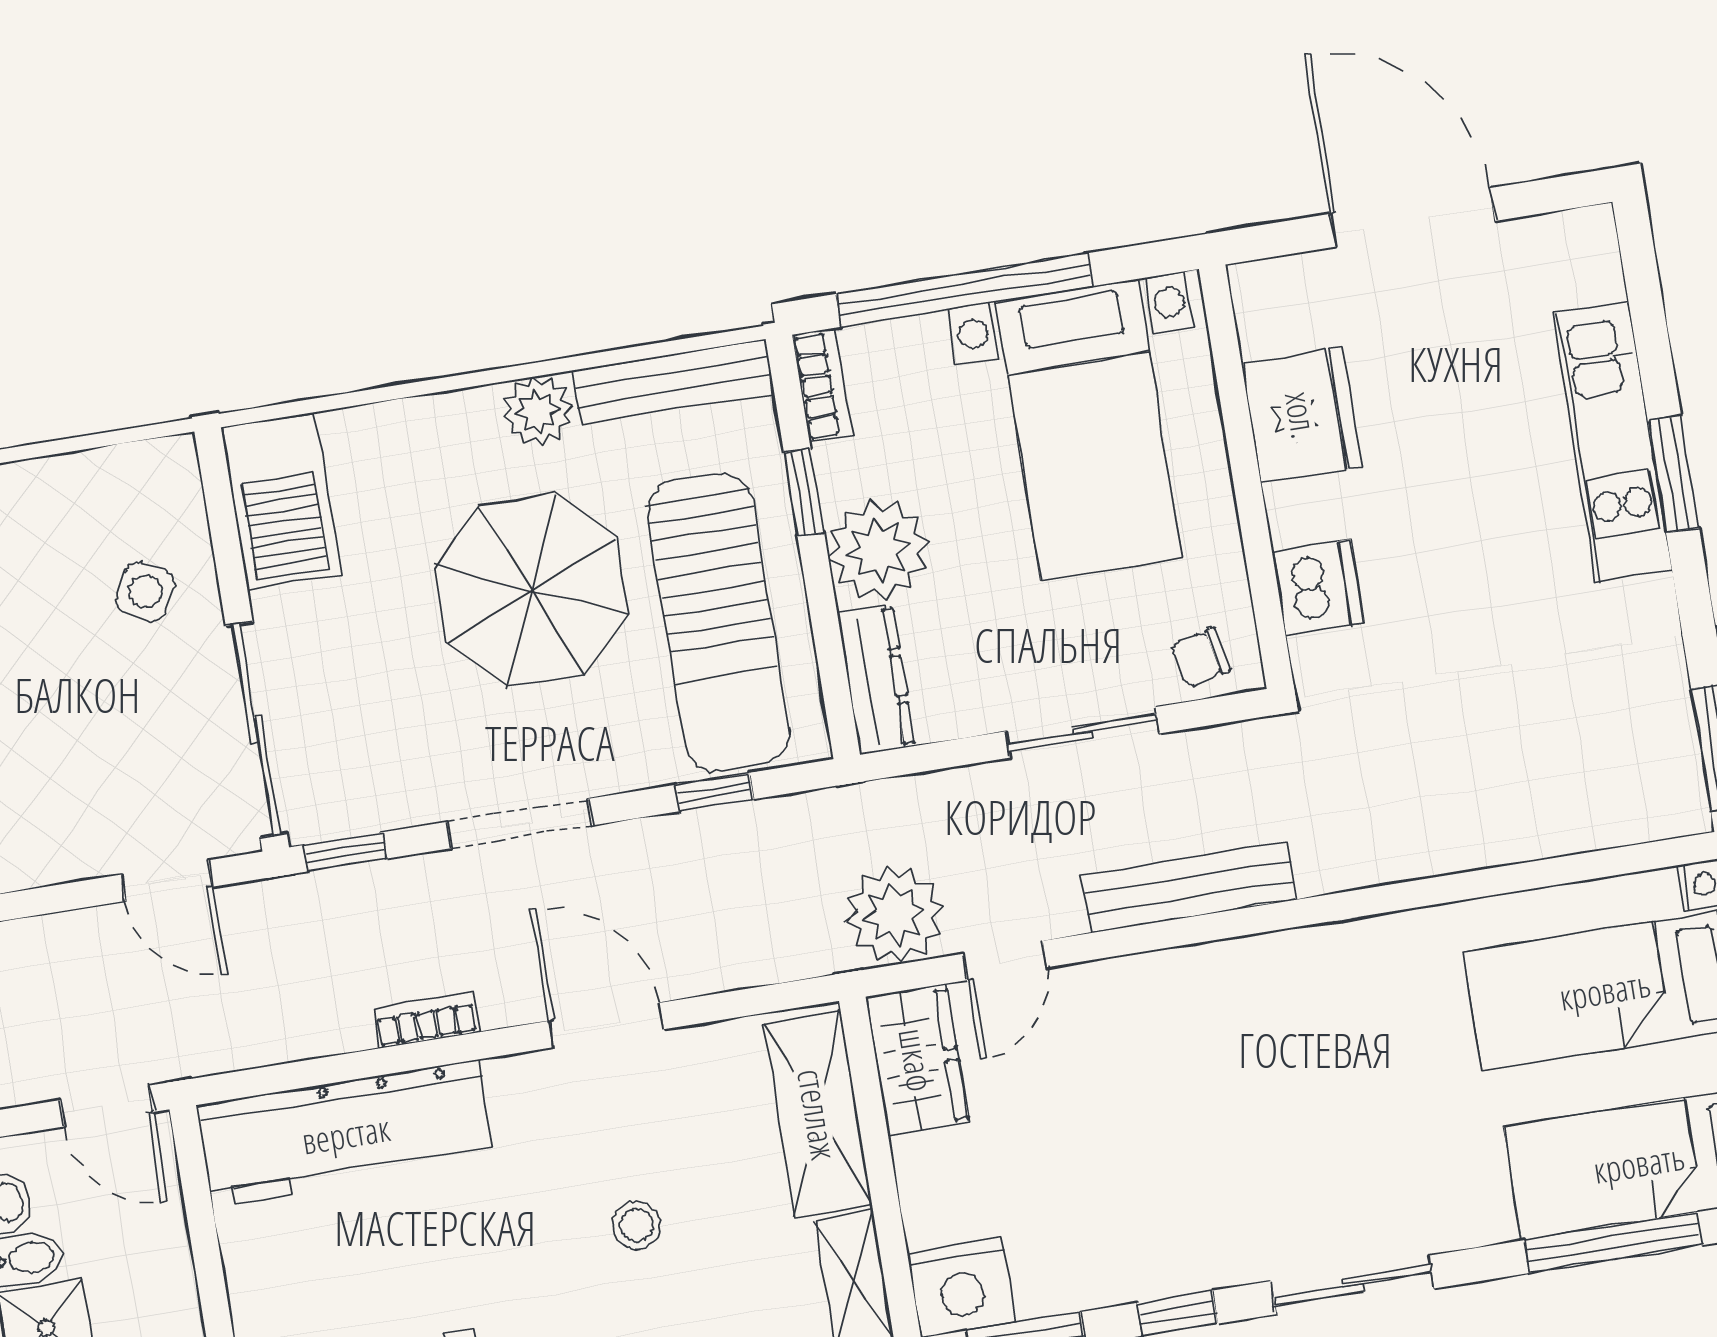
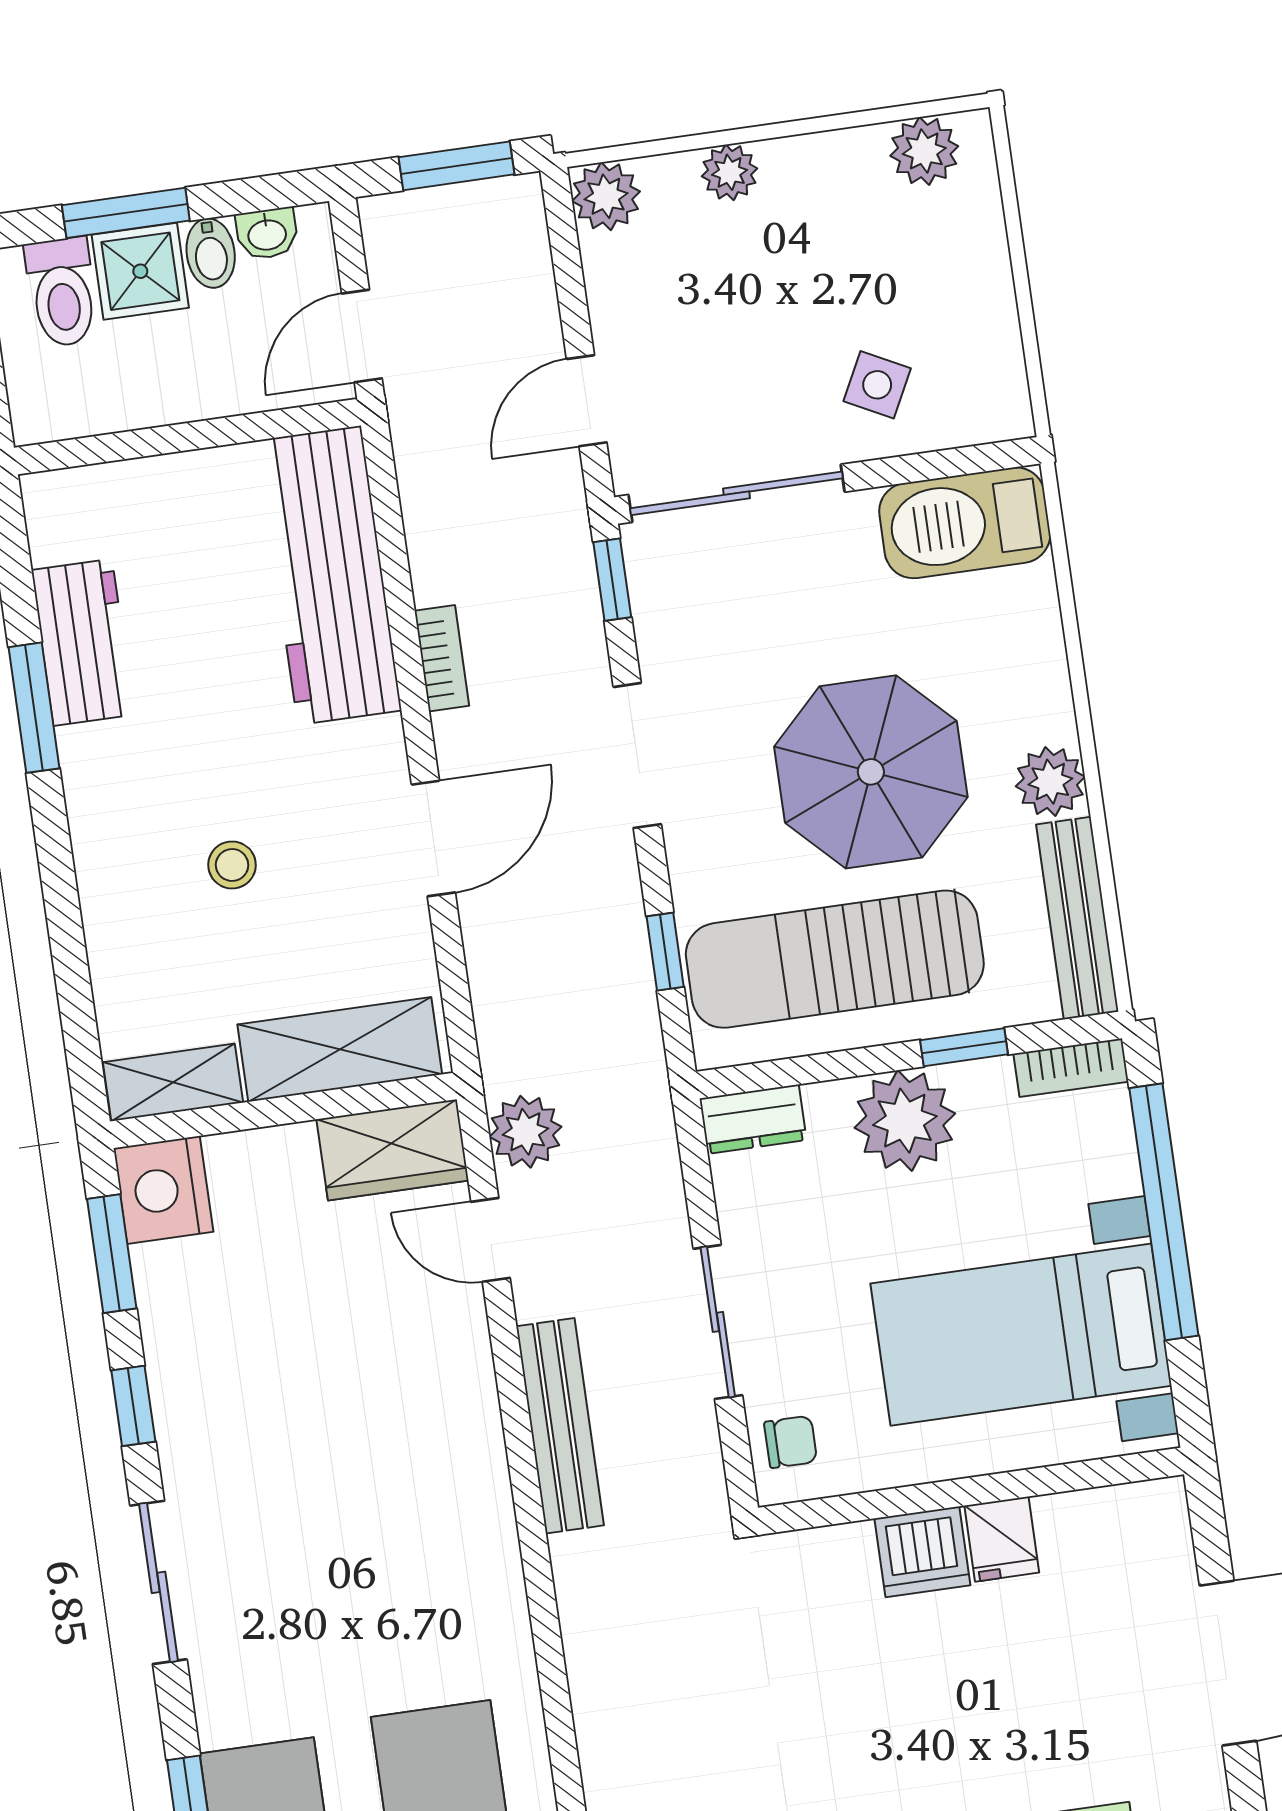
fridge: (1302, 415) -> (1002, 1539), width x0.53, depth x0.75
dishwasher: (1318, 587) -> (922, 1552), moved
chair: (1201, 658) -> (791, 1442), turned 103
dresser: (876, 680) -> (753, 1119), width x0.70
plant: (894, 915) -> (525, 1132), width x0.73, depth x0.73

